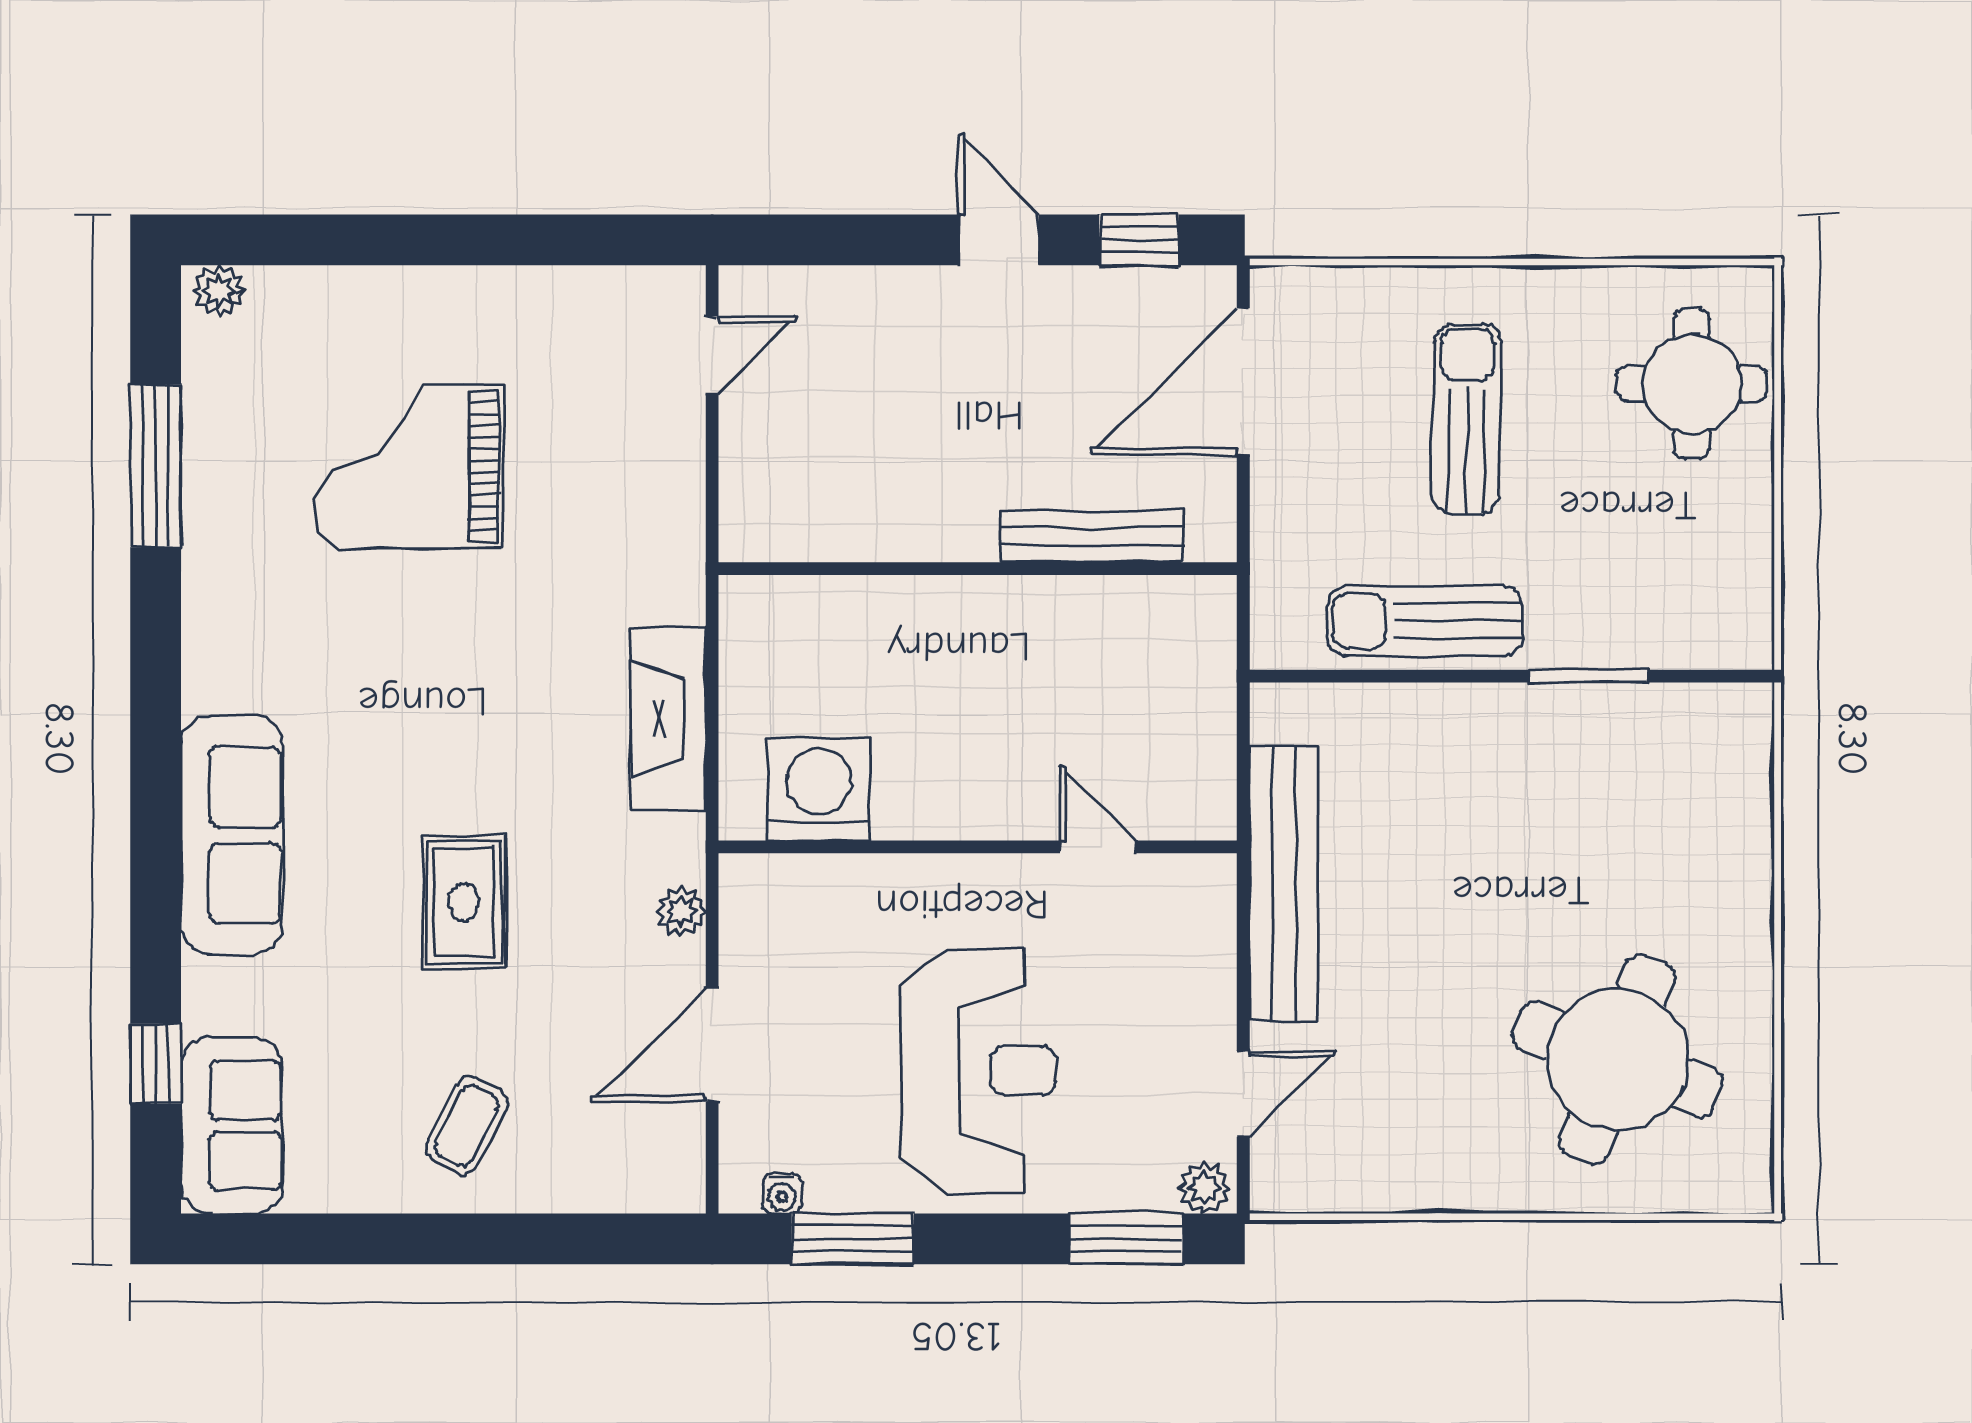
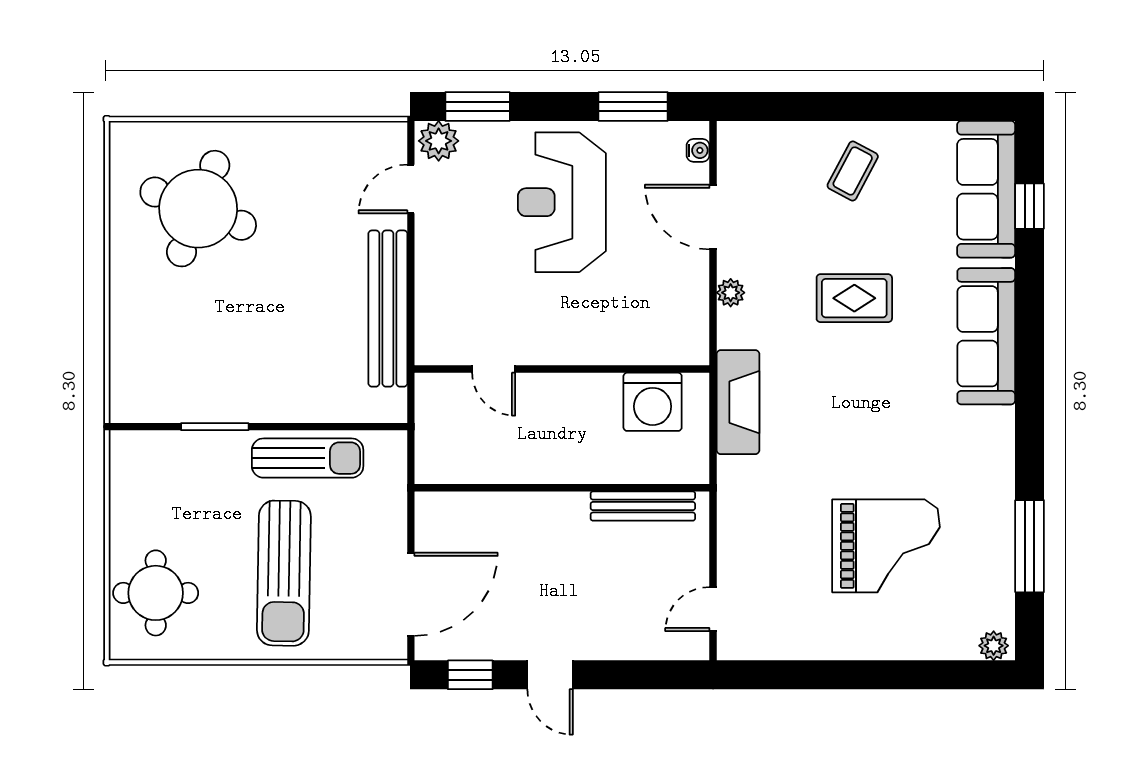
sun lounger: (1467, 419) -> (284, 573), width x1.36, depth x1.34
bench: (1092, 537) -> (643, 506), moved
washing machine: (818, 789) -> (653, 402), moved
wall: (978, 847) -> (562, 369), moved
door: (1098, 847) -> (494, 369), moved
rug: (464, 902) -> (854, 298), turned 90
door: (712, 1045) -> (713, 217), swing flipped
sofa: (232, 1125) -> (986, 189), width x1.36
plant: (1204, 1188) -> (439, 141), width x1.38, depth x1.38
water cooler: (782, 1194) -> (698, 150), moved, turned 90

